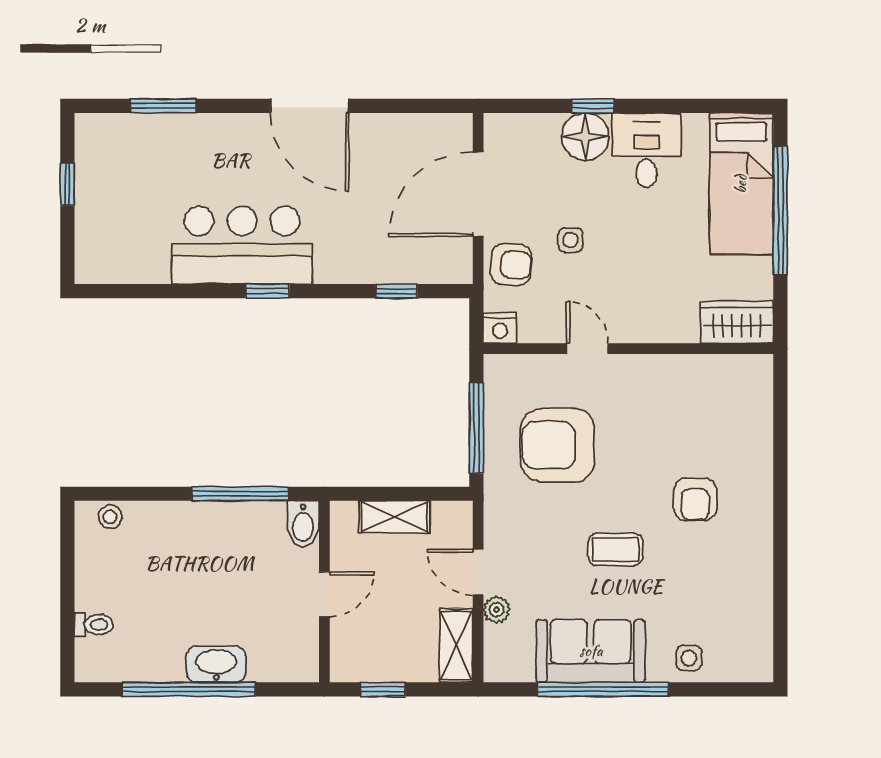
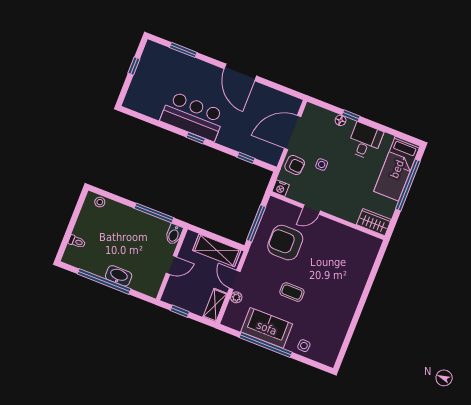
floor lamp: (585, 137) -> (341, 120), width x0.53, depth x0.53
door: (587, 349) -> (312, 209), swing flipped
armchair: (695, 499) -> (331, 285), removed
shelving: (395, 517) -> (217, 250), width x1.50, depth x1.33

